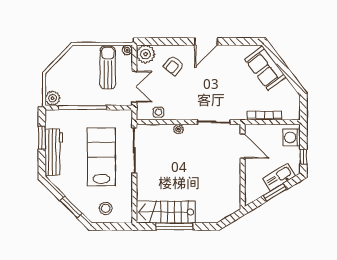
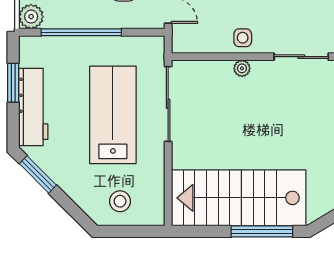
side table: (158, 112) -> (243, 38), moved
window: (71, 207) -> (38, 174), moved
stairs: (166, 212) -> (239, 198), width x1.36, depth x1.51
window: (175, 226) -> (262, 231), moved

